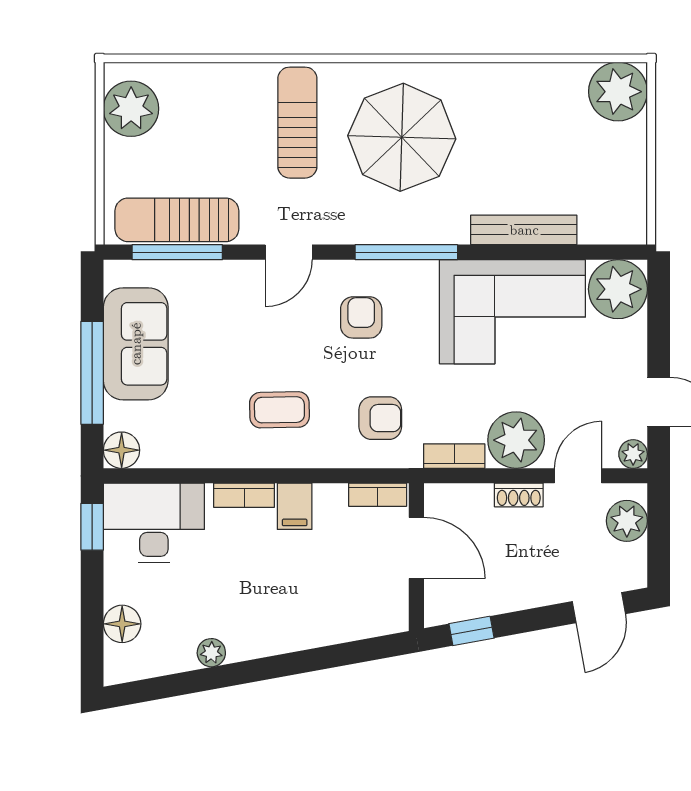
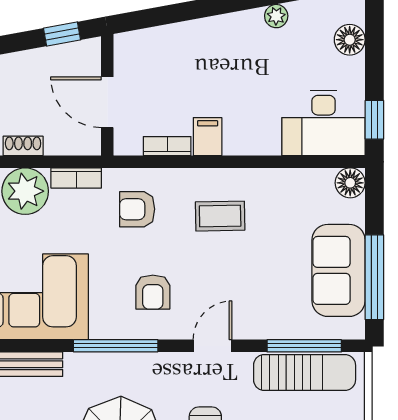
window: (92, 373) -> (374, 277), moved
bookcase: (244, 495) -> (249, 146), removed
bookcase: (378, 495) -> (167, 146), moved

